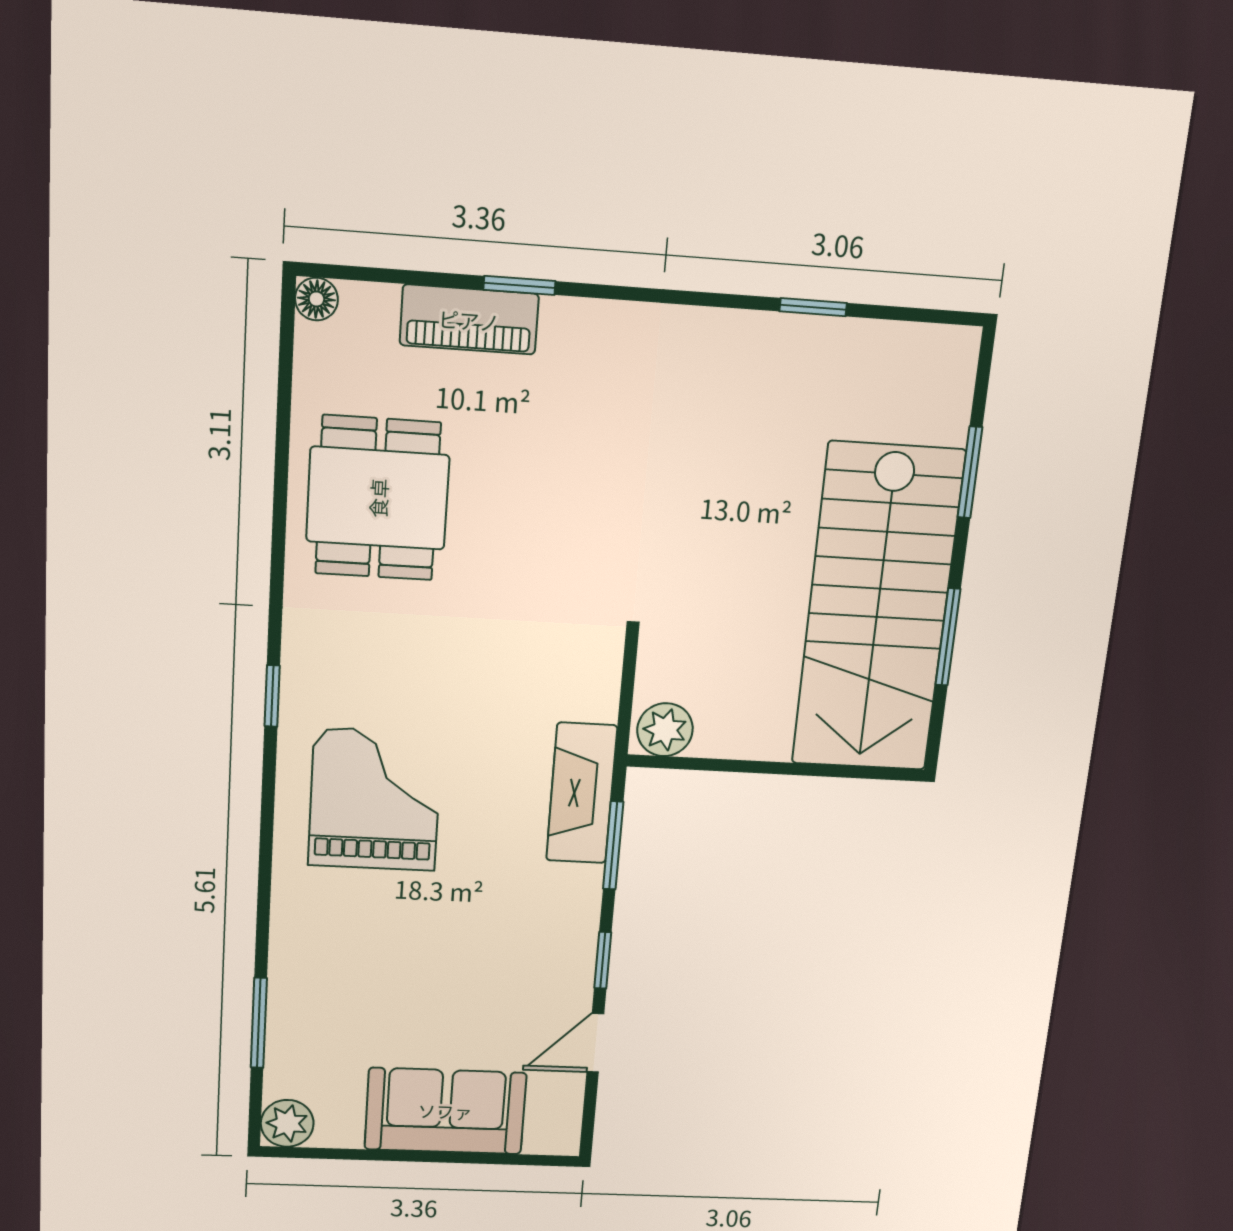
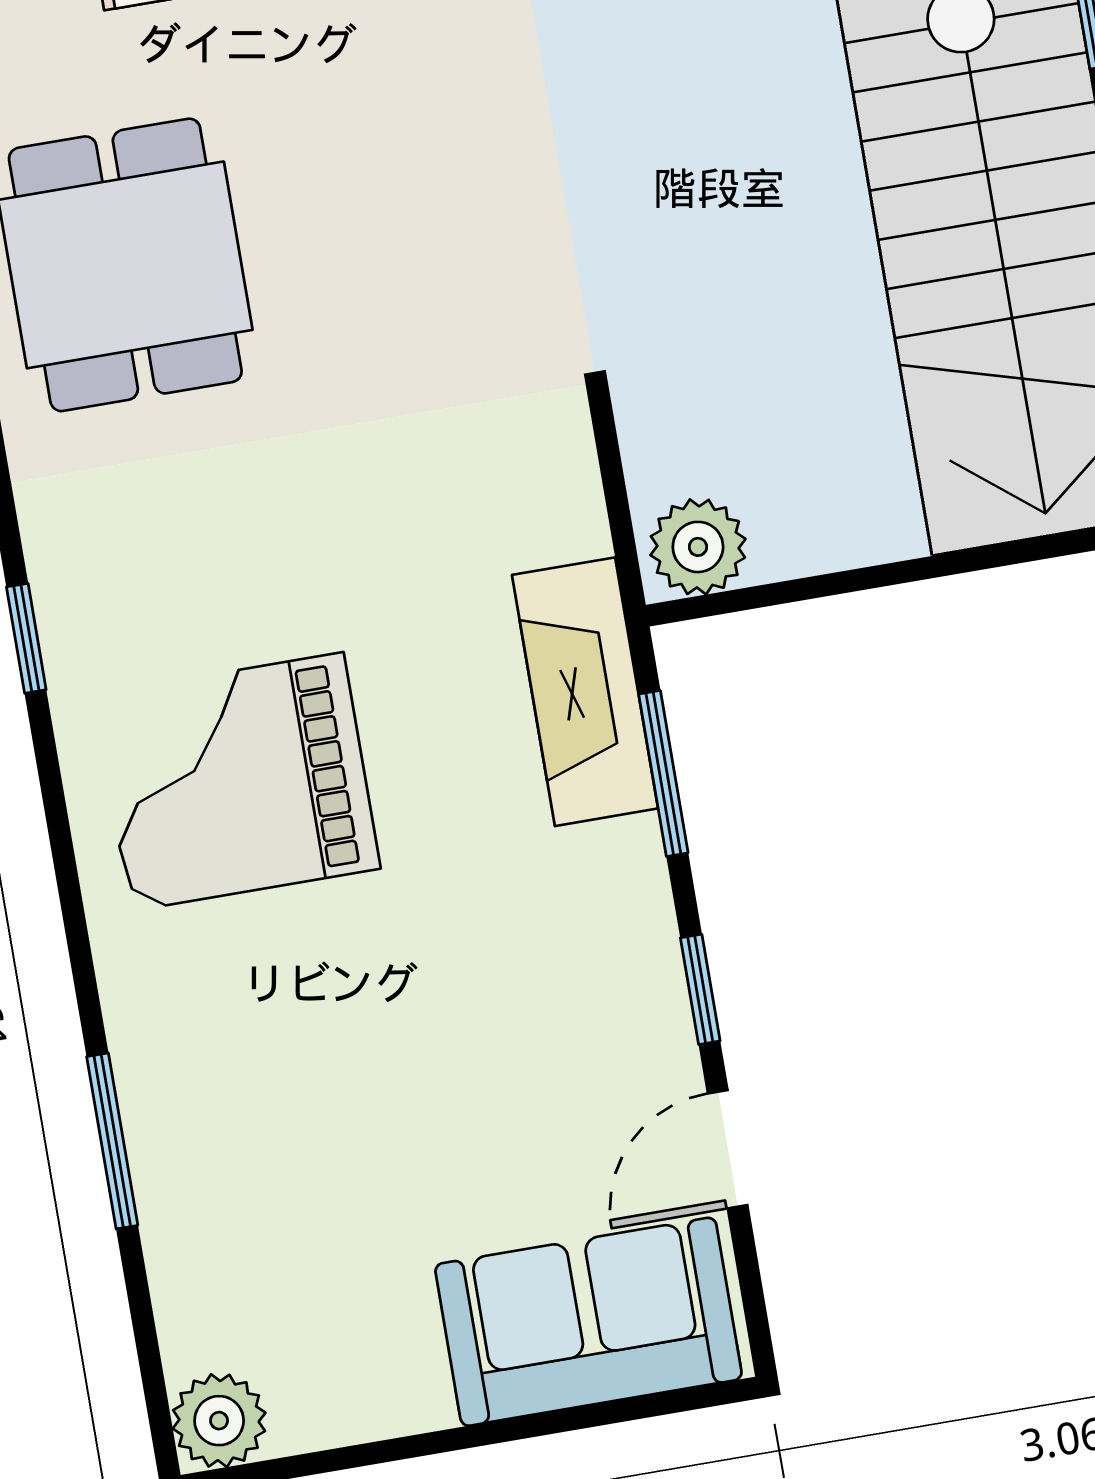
grand piano: (375, 800) -> (237, 782), turned -90
window: (259, 1023) -> (112, 1141), moved
sofa: (445, 1111) -> (588, 1322), moved

